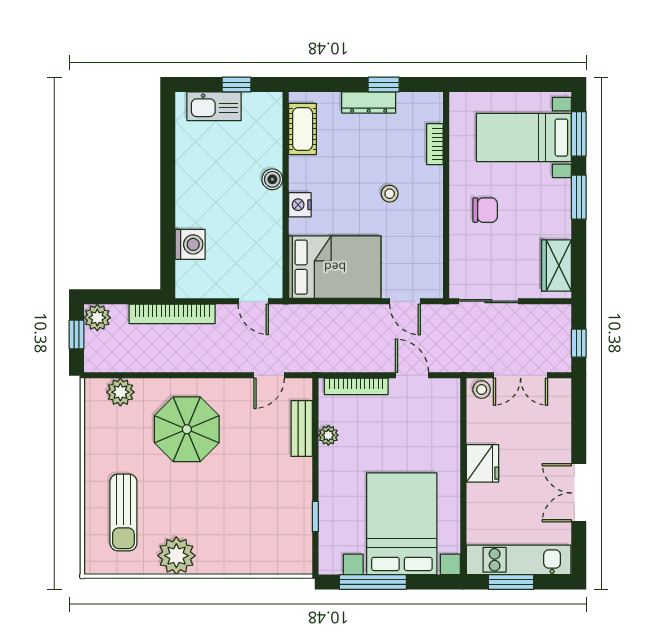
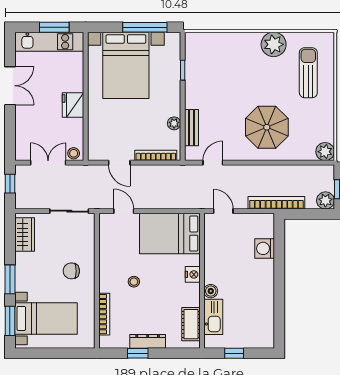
kitchen sink: (214, 106) -> (213, 317), moved, turned 90
bookcase: (435, 144) -> (104, 314), width x1.56
plant: (120, 392) -> (325, 152), moved

